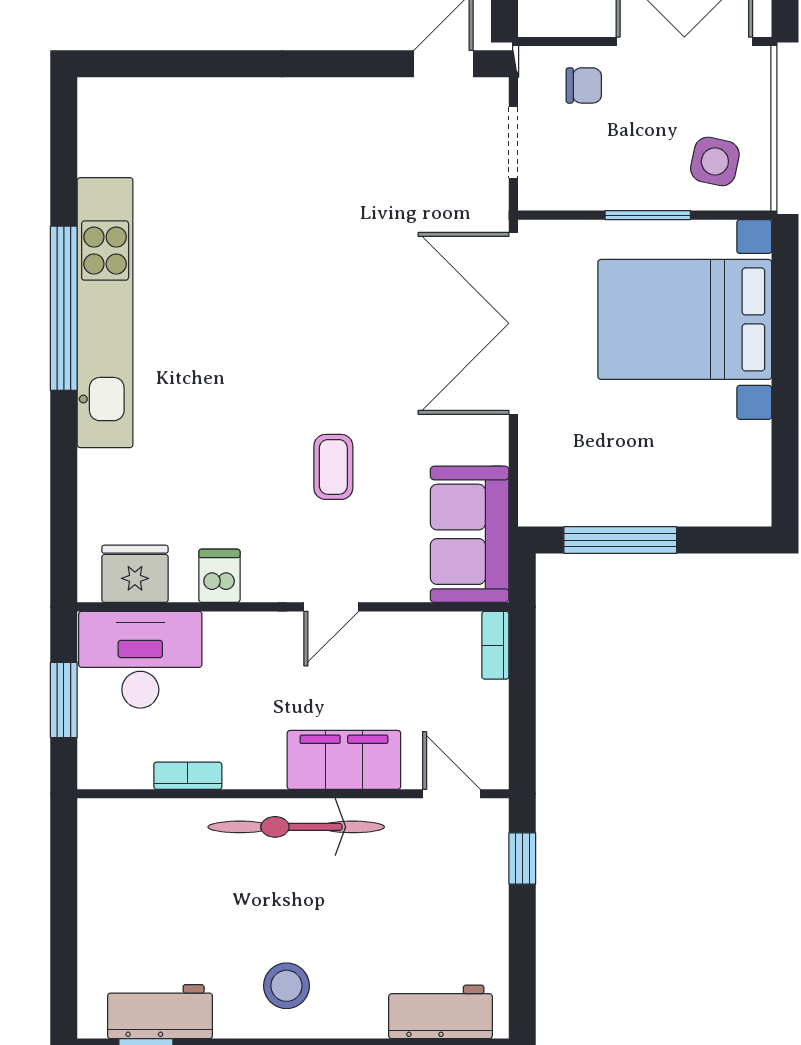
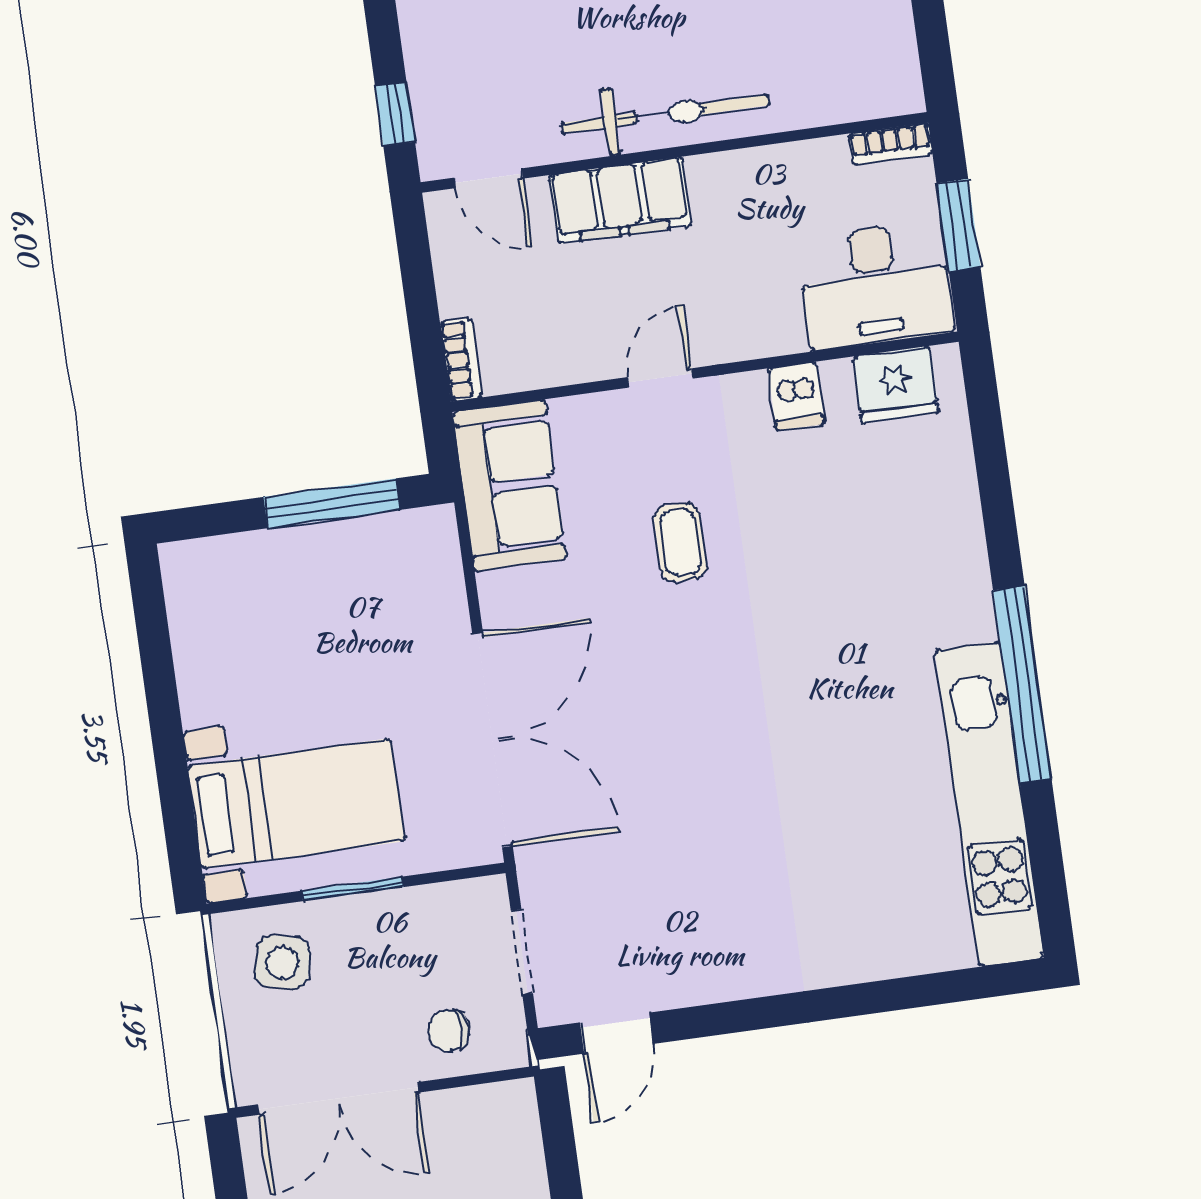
kitchen unit: (105, 313) -> (990, 804), moved
bed with nightstands: (685, 319) -> (297, 804), width x0.73
bookcase: (188, 776) -> (891, 144), moved

